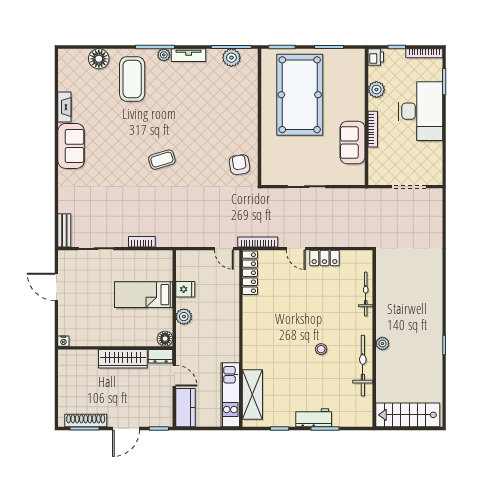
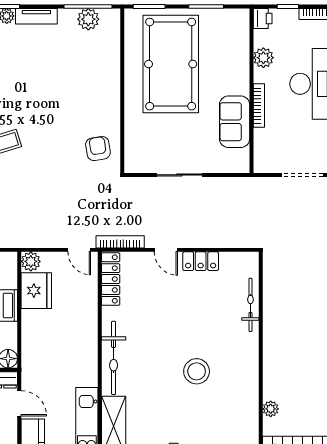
fridge: (185, 289) -> (36, 291), width x1.88, depth x1.34
plant: (184, 317) -> (31, 261), moved
plant: (382, 344) -> (271, 409), moved
stool: (321, 349) -> (197, 371), width x1.89, depth x1.89
bicycle: (363, 366) -> (114, 358), moved, turned 180

